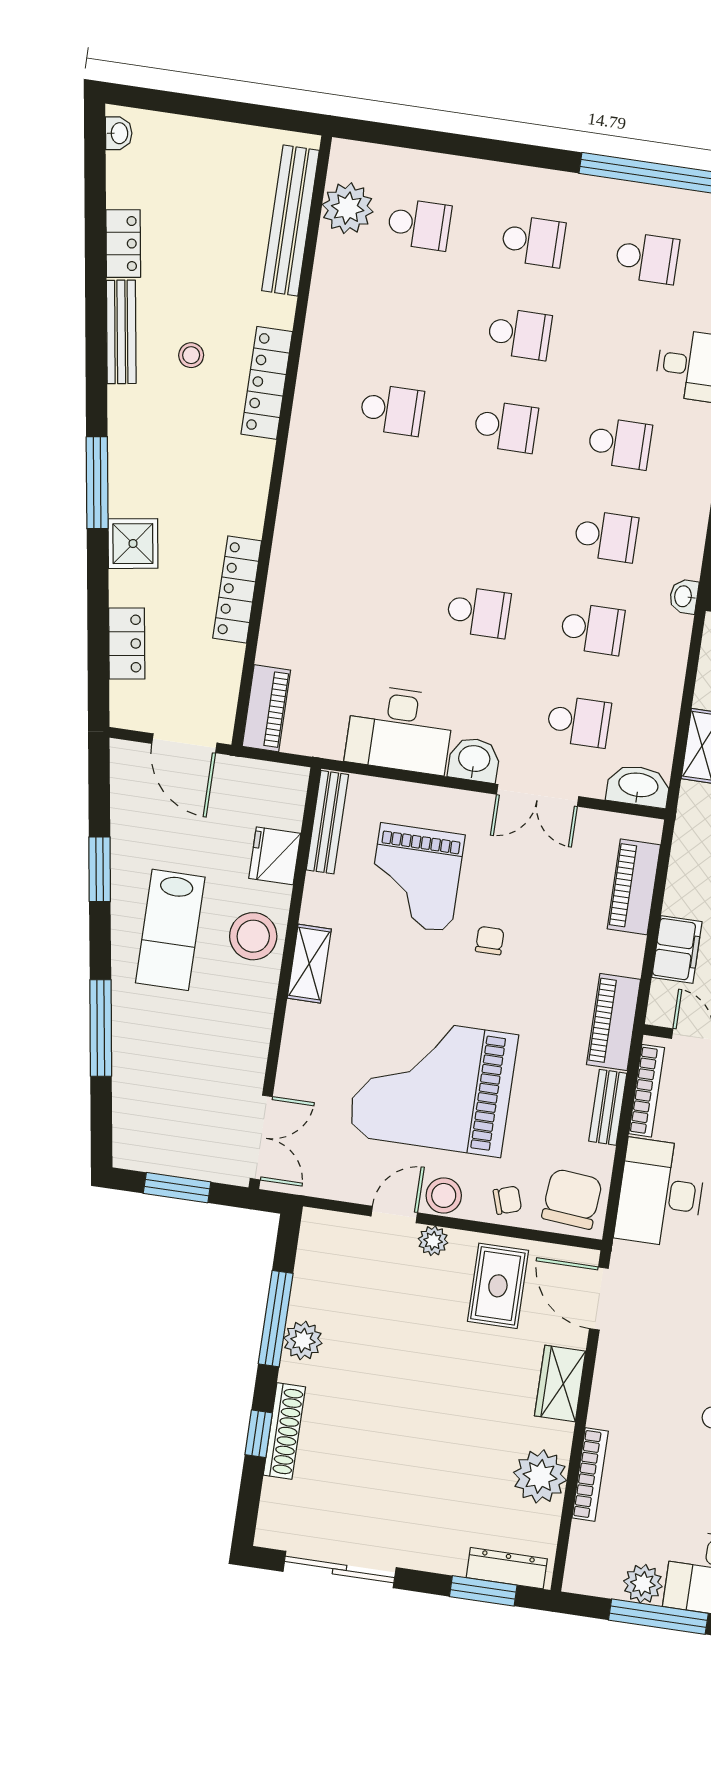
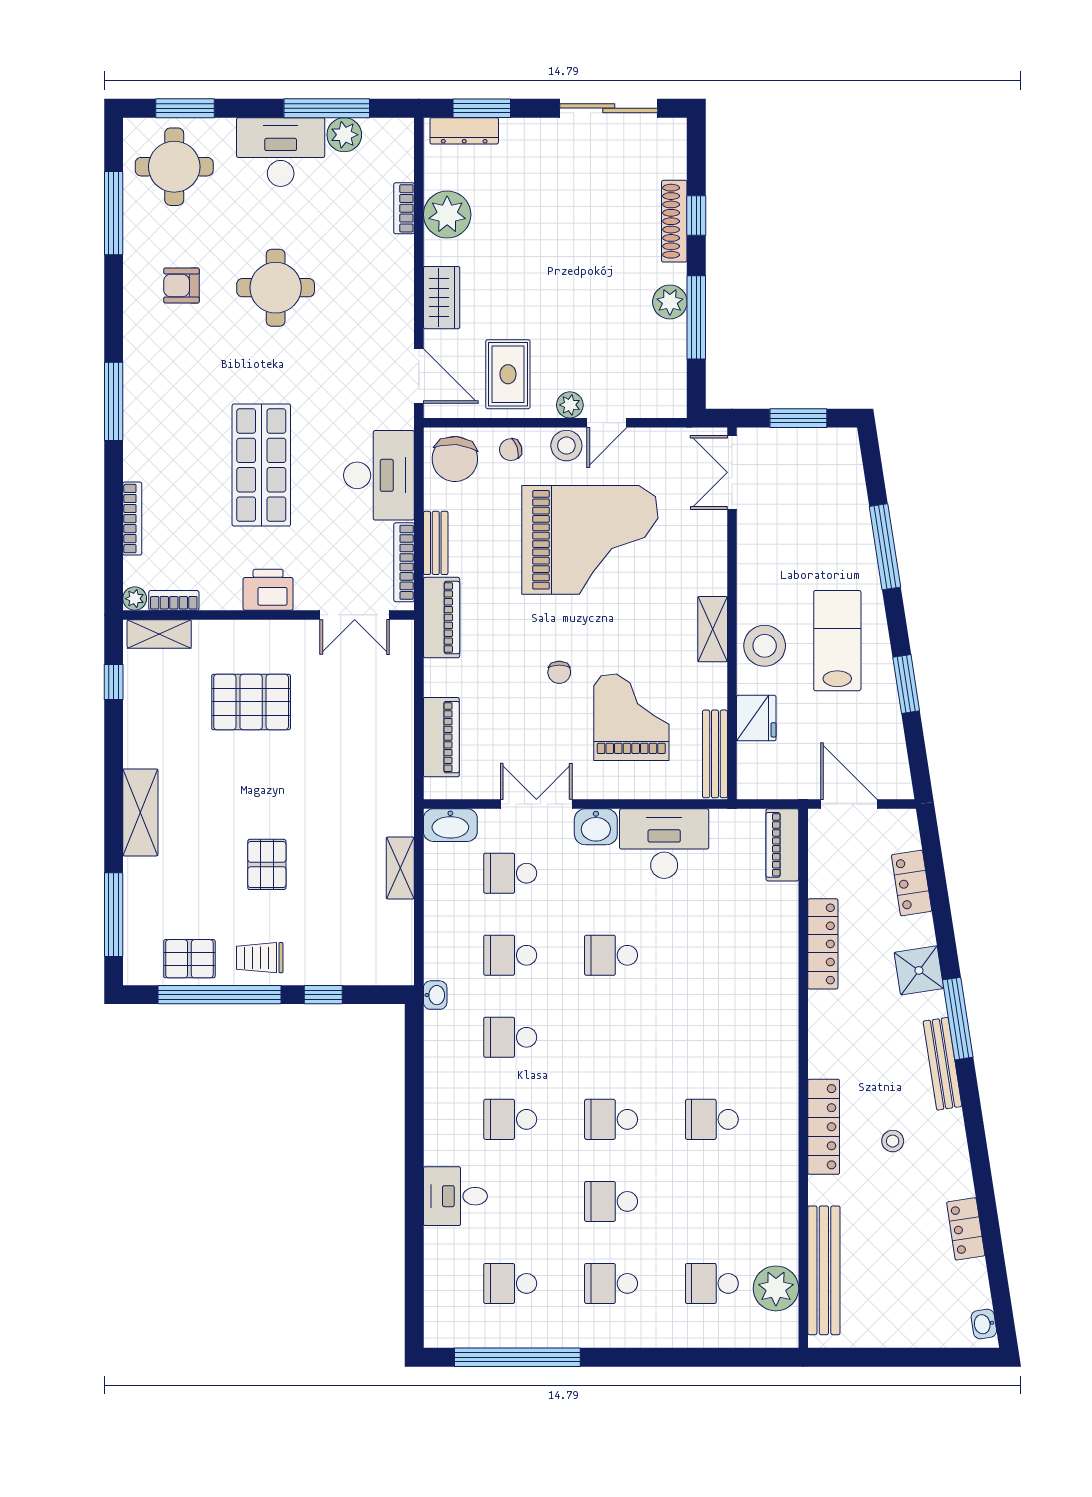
bench: (121, 332) -> (943, 1064), moved
filing cabinet: (677, 949) -> (396, 688), removed
bookcase: (590, 1474) -> (404, 208), width x0.64

